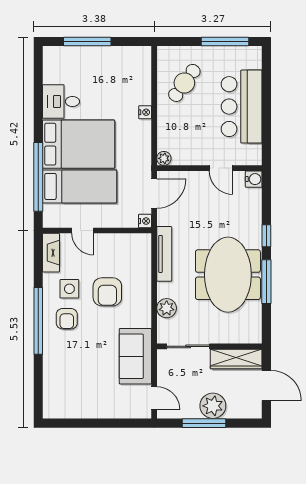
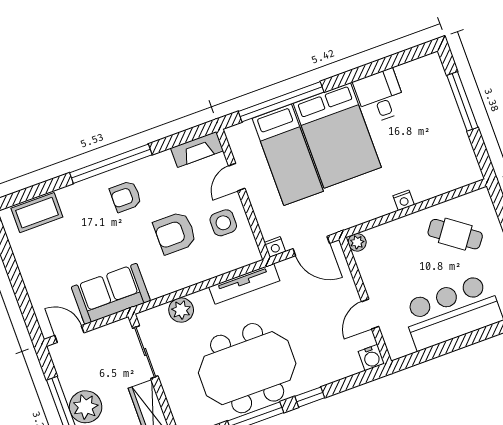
side table: (69, 289) -> (223, 223), moved
coffee table: (55, 389) -> (37, 213), added
door: (154, 398) -> (69, 334), swing flipped

